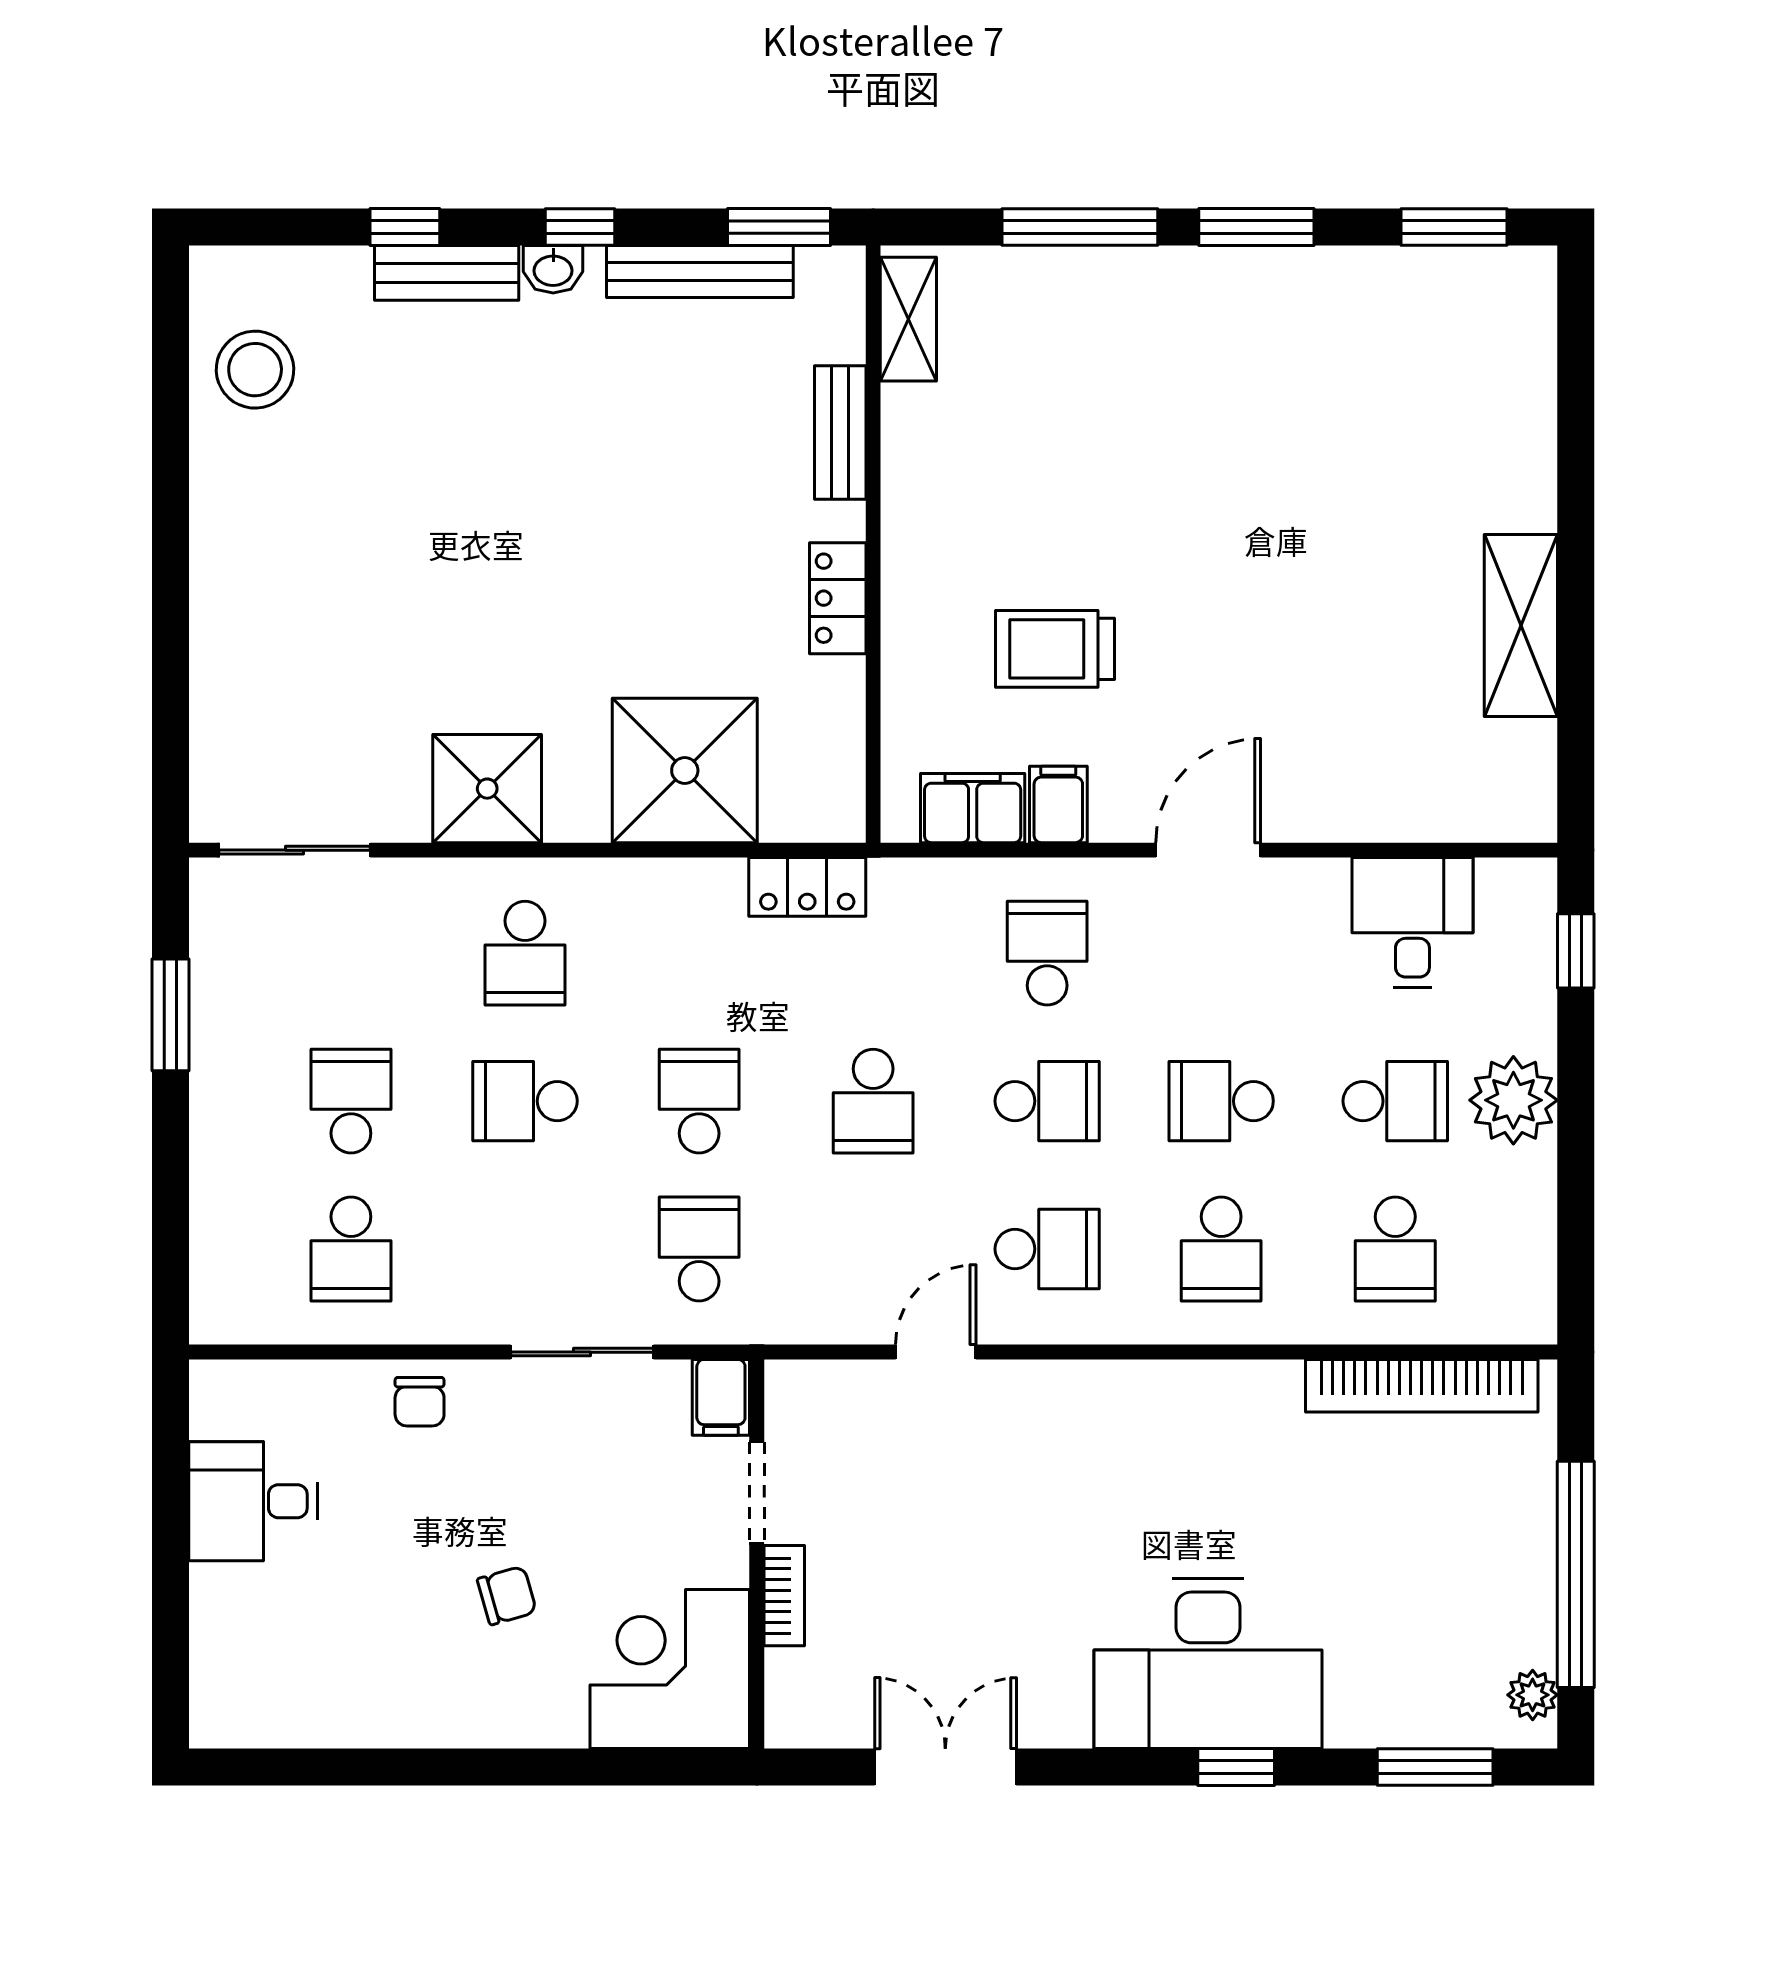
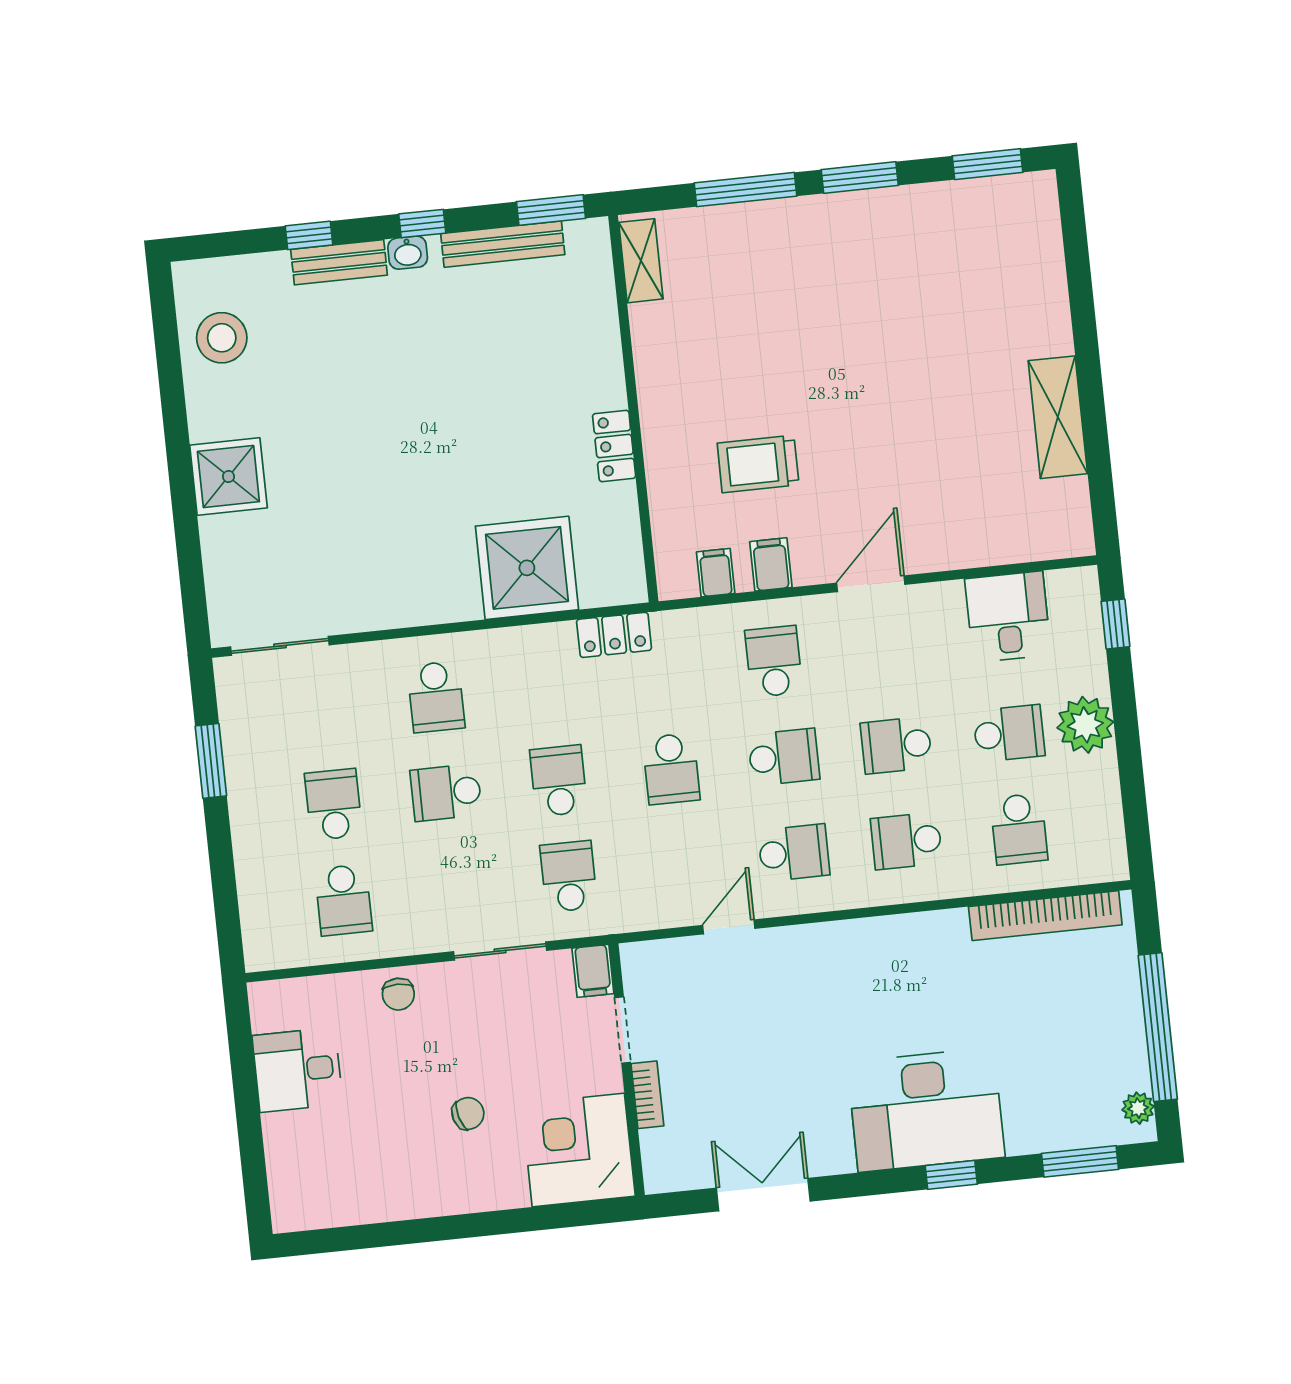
bench: (840, 432) -> (604, 339), removed
shower: (487, 789) -> (228, 477), moved
filing cabinet: (973, 808) -> (716, 573), width x0.50
school desk: (1221, 1249) -> (906, 841), turned 90

